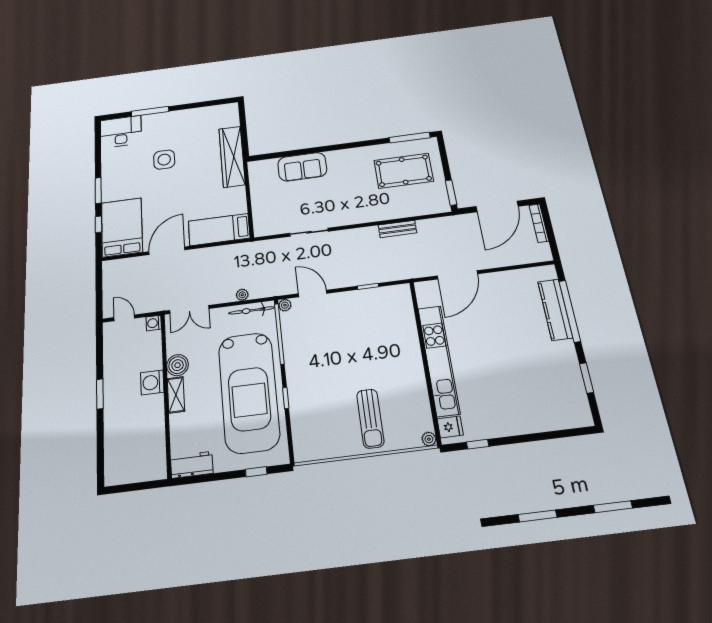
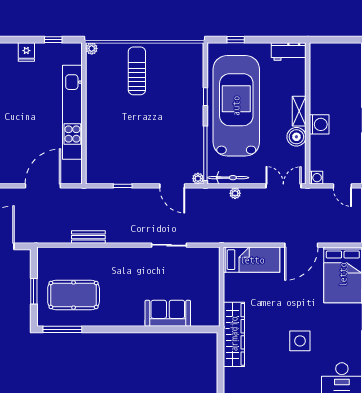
window: (451, 193) -> (34, 291), moved
fridge: (450, 427) -> (26, 52), moved, turned -90

